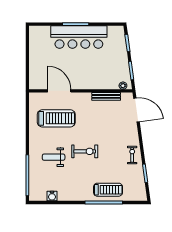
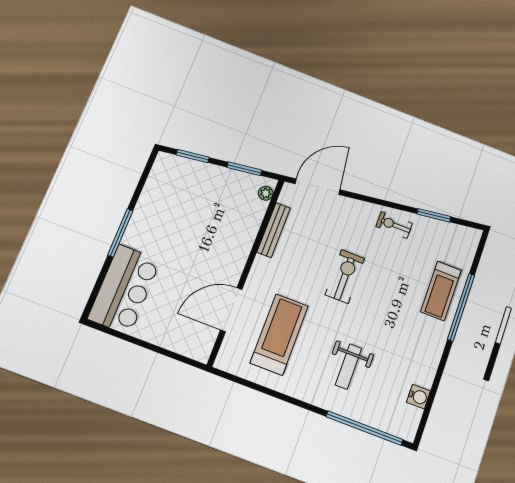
bar counter: (79, 37) -> (124, 289), moved, width x0.73
exercise bike: (85, 151) -> (345, 277), moved
treadmill: (108, 190) -> (441, 291), turned 180

